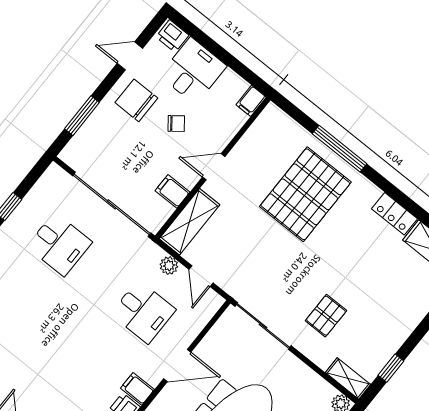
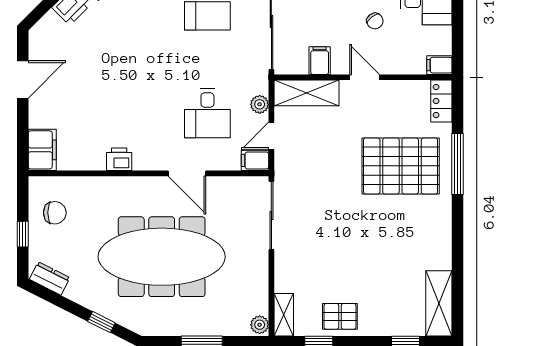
locker: (395, 214) -> (441, 101), moved
pallet: (326, 316) -> (340, 316), moved
filing cabinet: (137, 389) -> (255, 160), moved, turned -90

